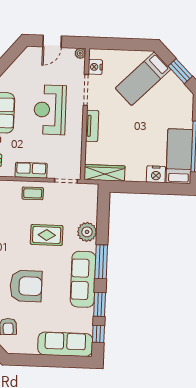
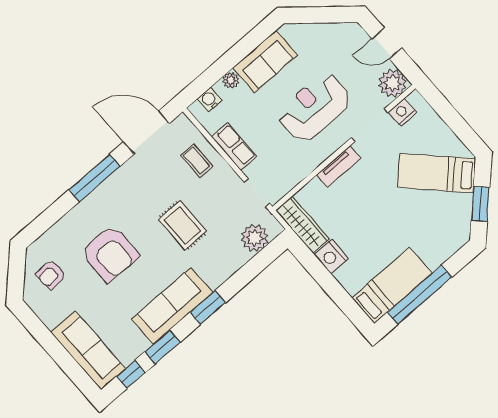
plant: (80, 53) -> (392, 83), width x1.88, depth x1.88
nightstand: (156, 174) -> (331, 257), moved
coffee table: (33, 193) -> (197, 161), moved
plant: (87, 232) -> (255, 238), moved
window: (101, 262) -> (208, 307), width x0.69

